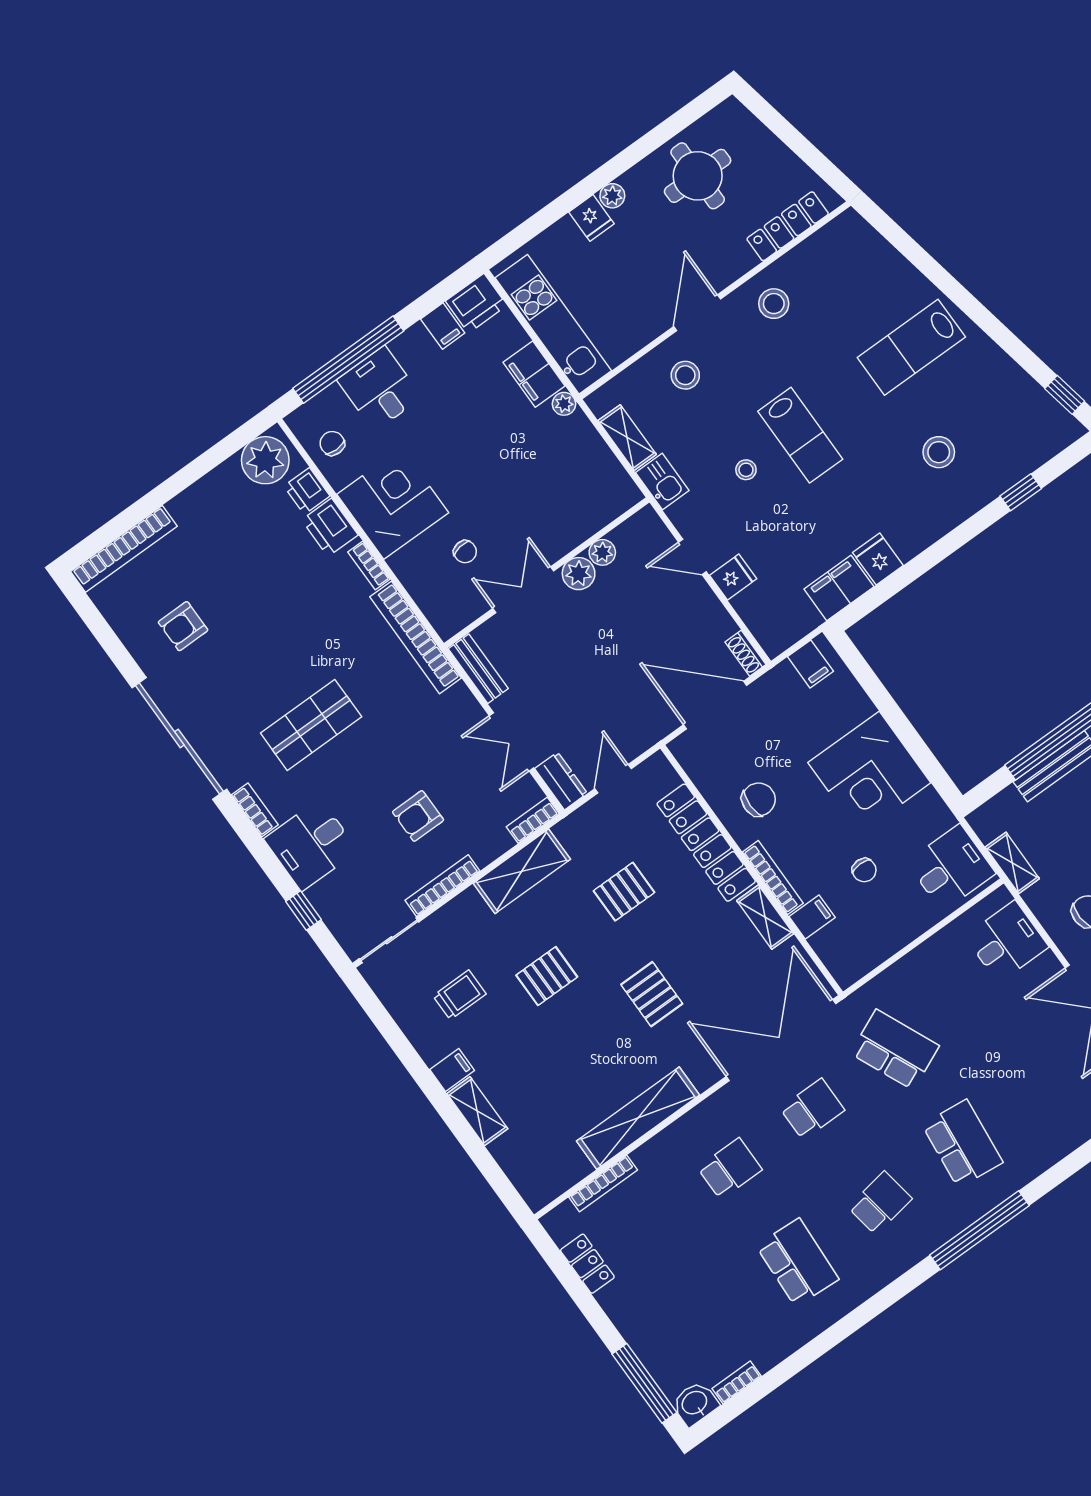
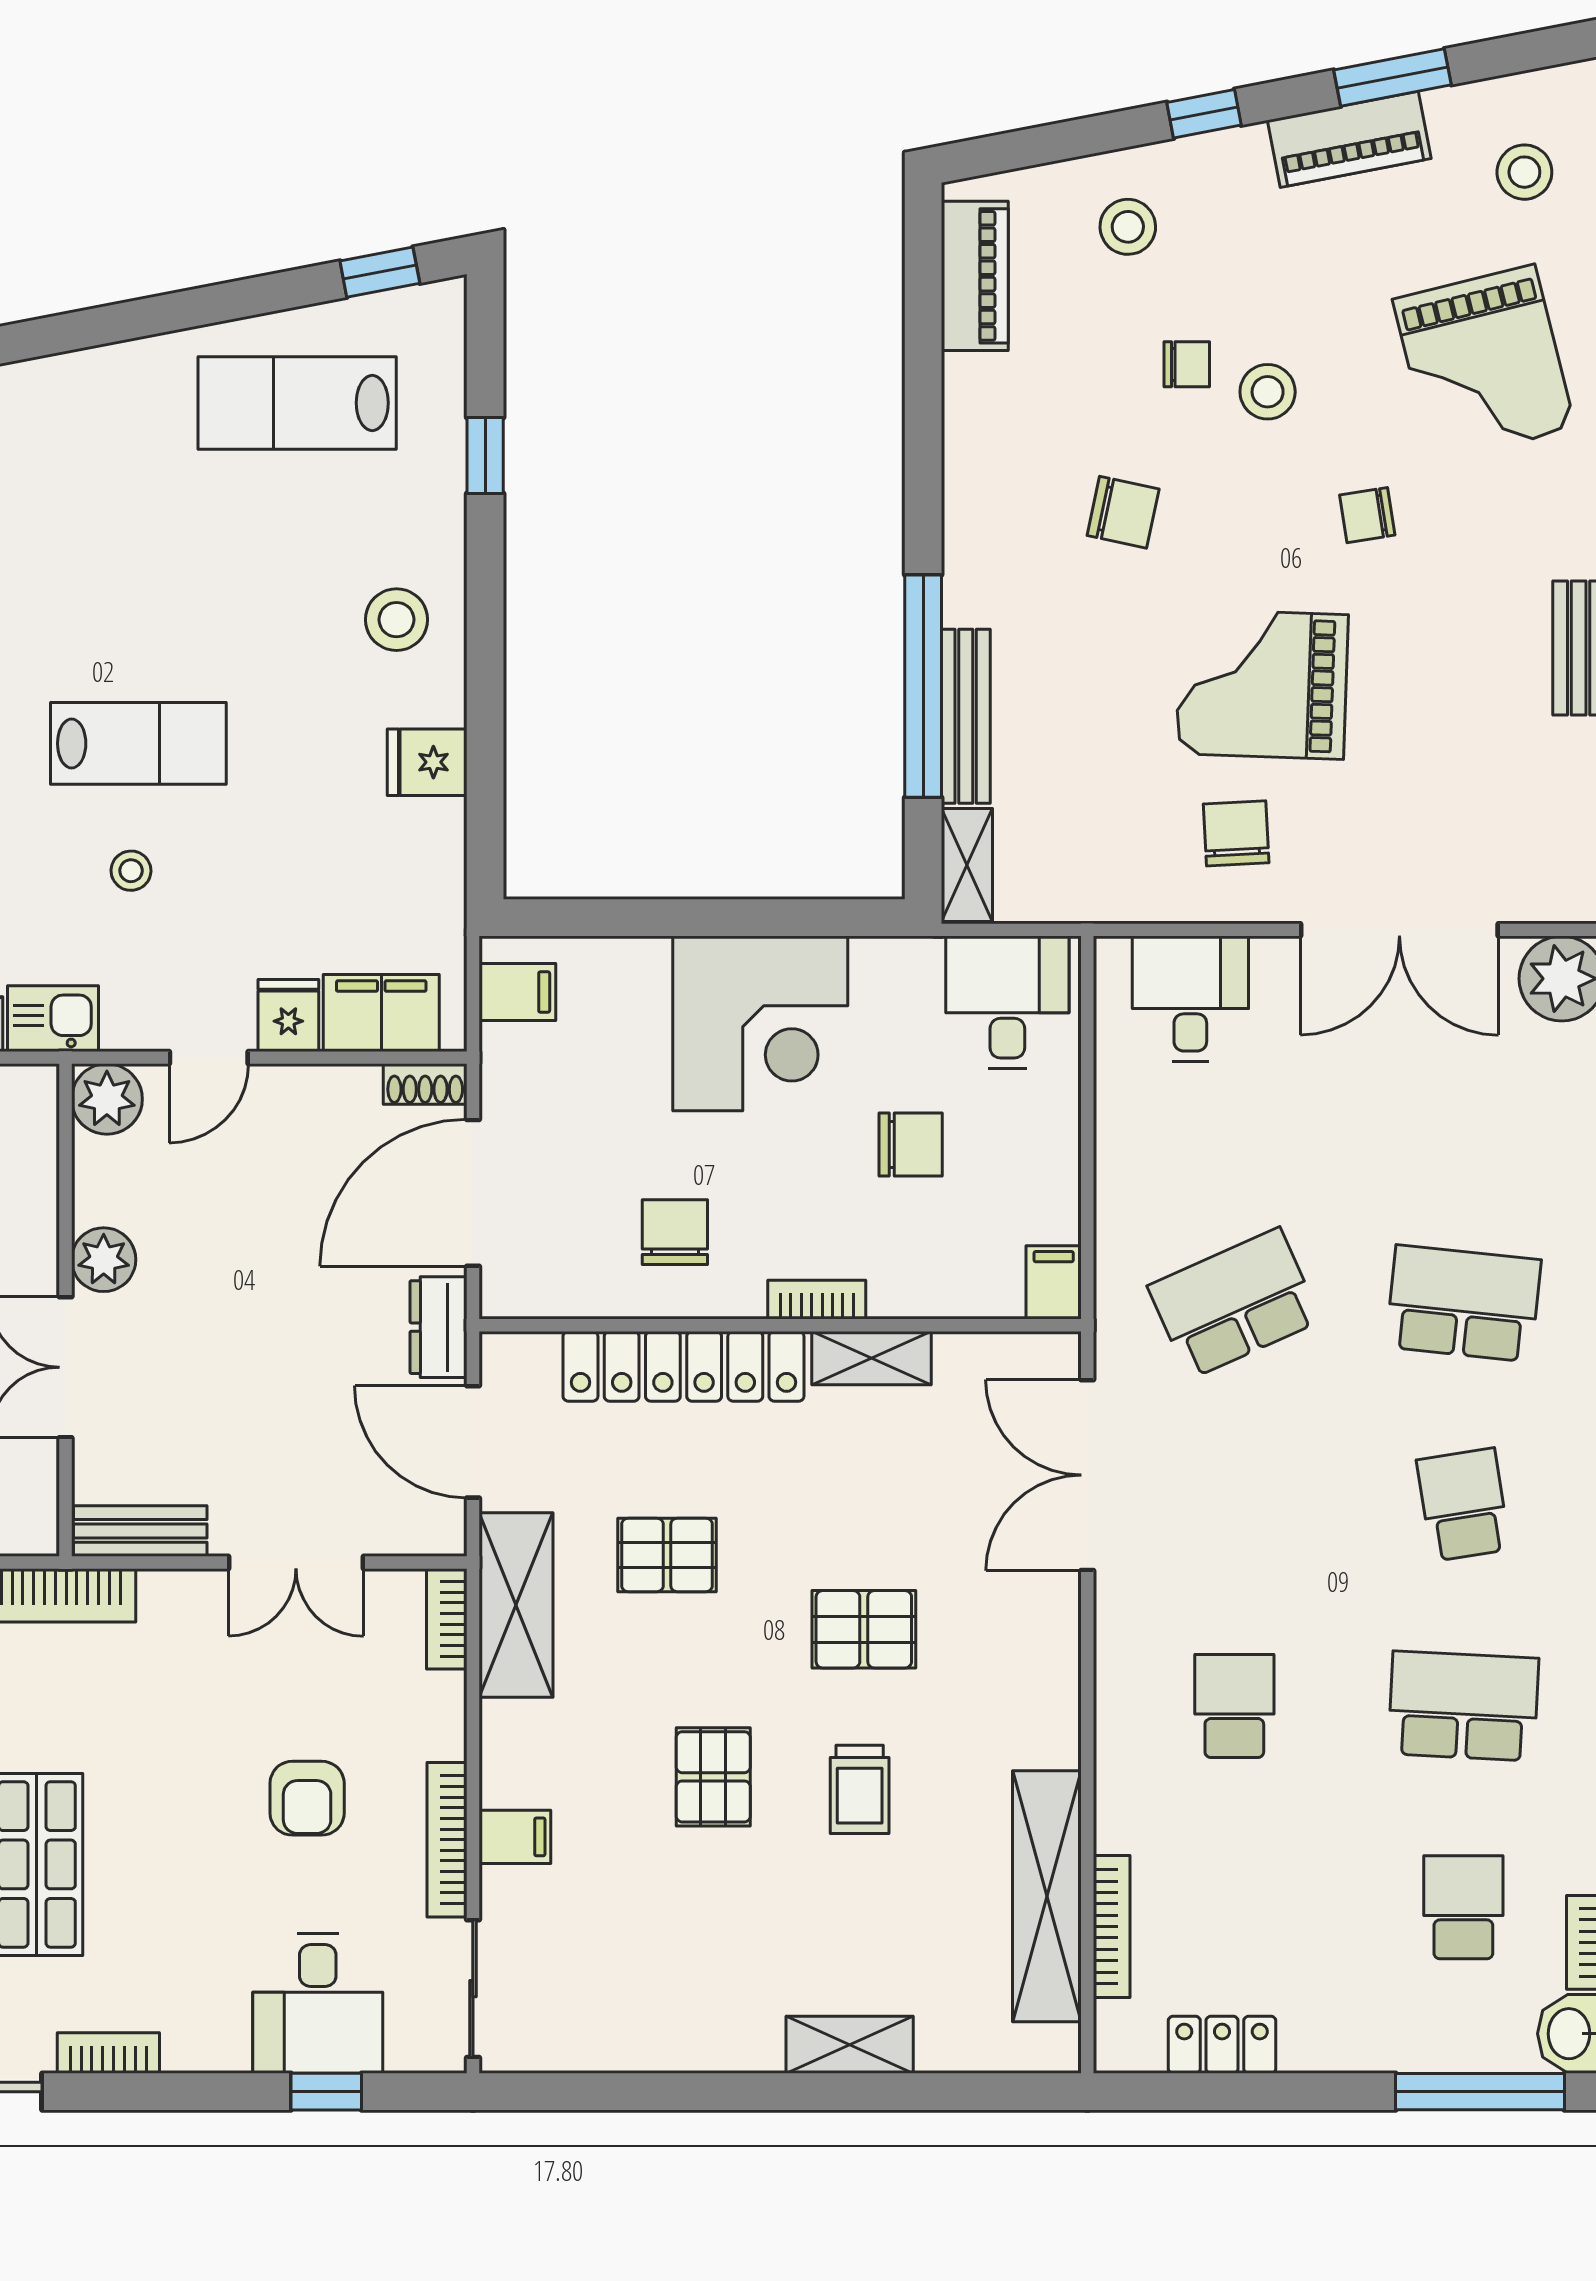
lab bench: (911, 347) -> (297, 403), moved, turned 90
stool: (939, 452) -> (397, 620), moved
plant: (602, 552) -> (107, 1099), moved, width x1.38, depth x1.38
filing cabinet: (839, 588) -> (381, 1013), moved, turned 90
door: (613, 779) -> (473, 1442), width x1.38
dresser: (561, 781) -> (438, 1327), moved, turned -90
desk: (311, 845) -> (318, 2003), moved
shelving: (1012, 863) -> (967, 865), moved, turned 90
chair: (864, 870) -> (911, 1145), width x1.37, depth x1.37
shelving: (522, 871) -> (516, 1605), moved
bookcase: (773, 878) -> (817, 1300), width x0.64
pallet: (624, 892) -> (667, 1555), turned 90
filing cabinet: (812, 917) -> (1054, 1282), moved
trolley: (460, 995) -> (860, 1789), moved, turned 180
double door: (781, 1040) -> (1087, 1475), width x0.73
filing cabinet: (452, 1070) -> (515, 1837), moved, turned 90
school desk: (812, 1109) -> (1463, 1907), moved
shelving: (638, 1118) -> (1047, 1896), moved

